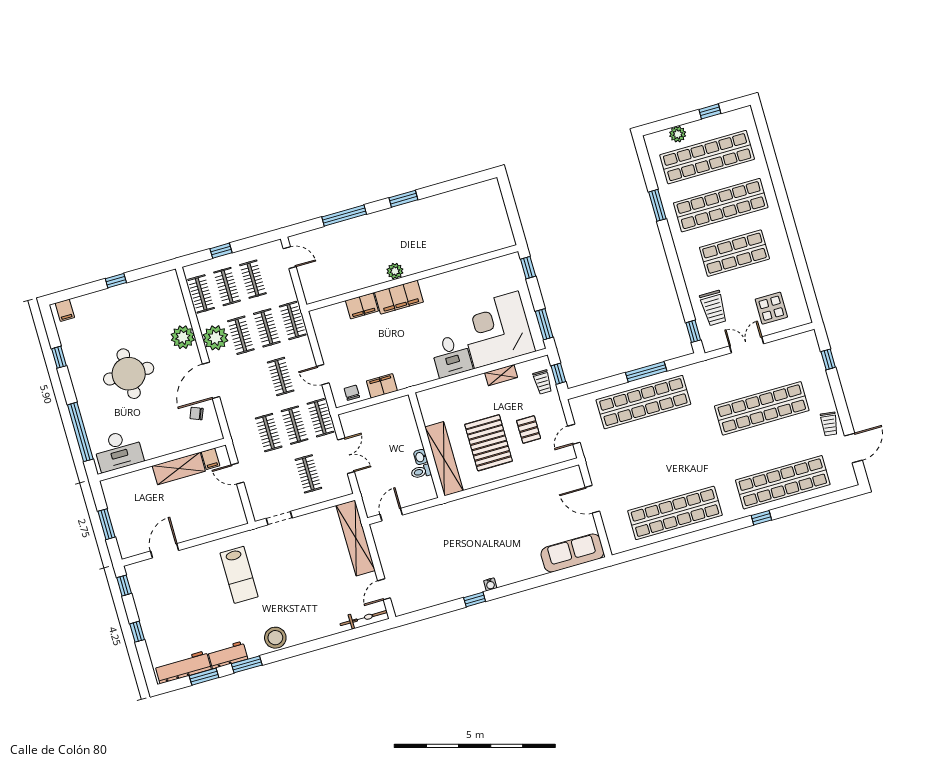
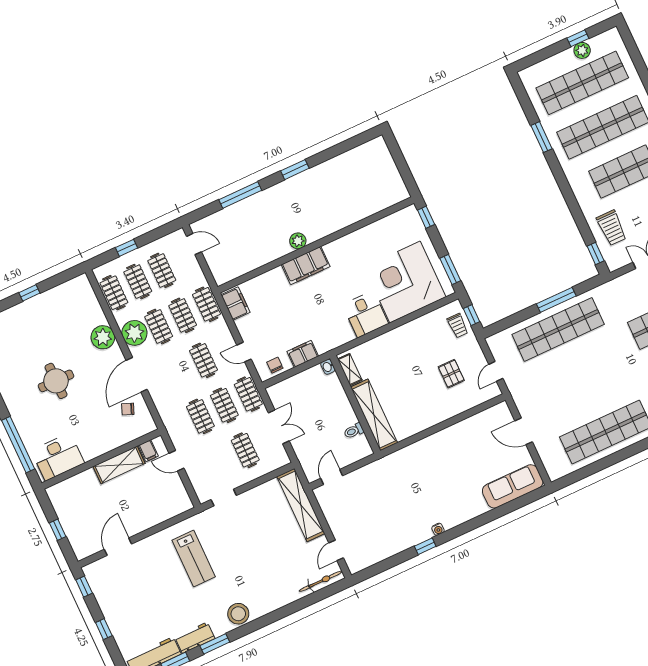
plant: (678, 134) -> (582, 50), moved
filing cabinet: (362, 306) -> (235, 304), moved, turned -90
round table: (129, 374) -> (56, 381), width x0.73, depth x0.73
shelving: (501, 375) -> (350, 370), moved, turned 90
pallet: (489, 443) -> (415, 393), removed
washbasin: (421, 457) -> (328, 367), moved
window: (107, 524) -> (58, 530), width x0.67

